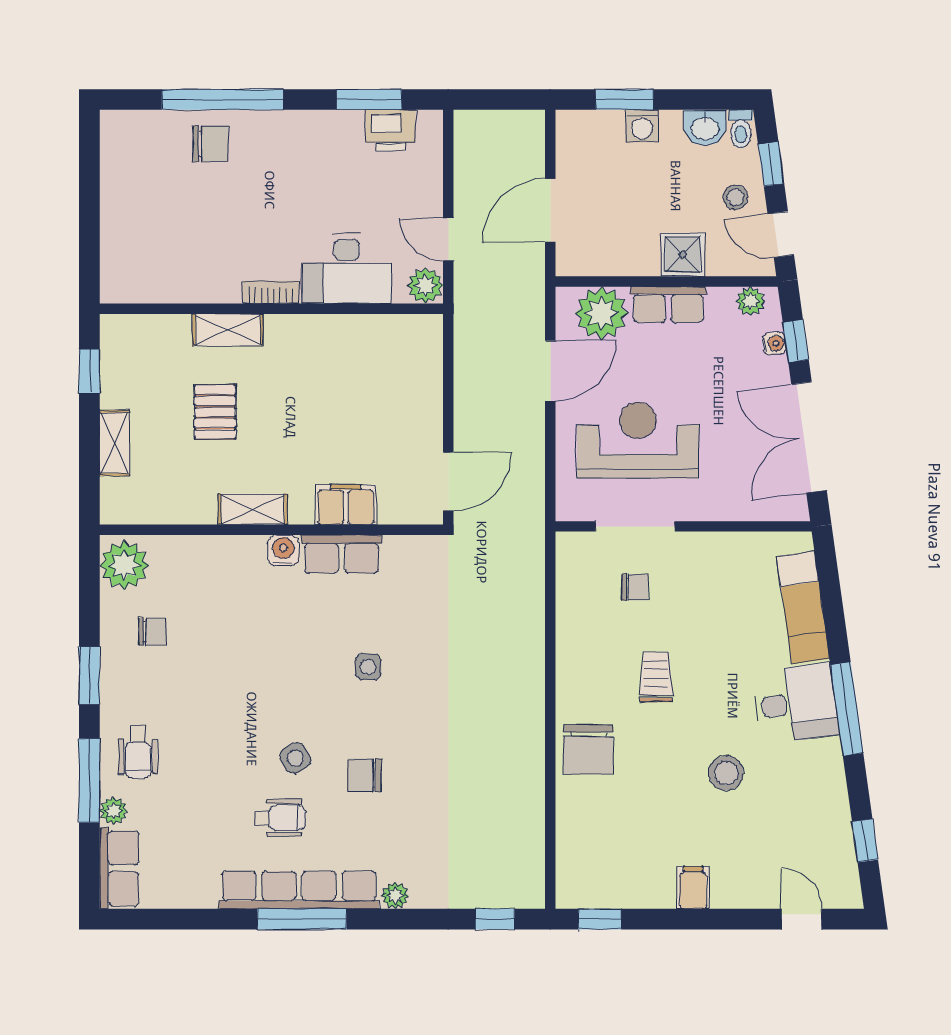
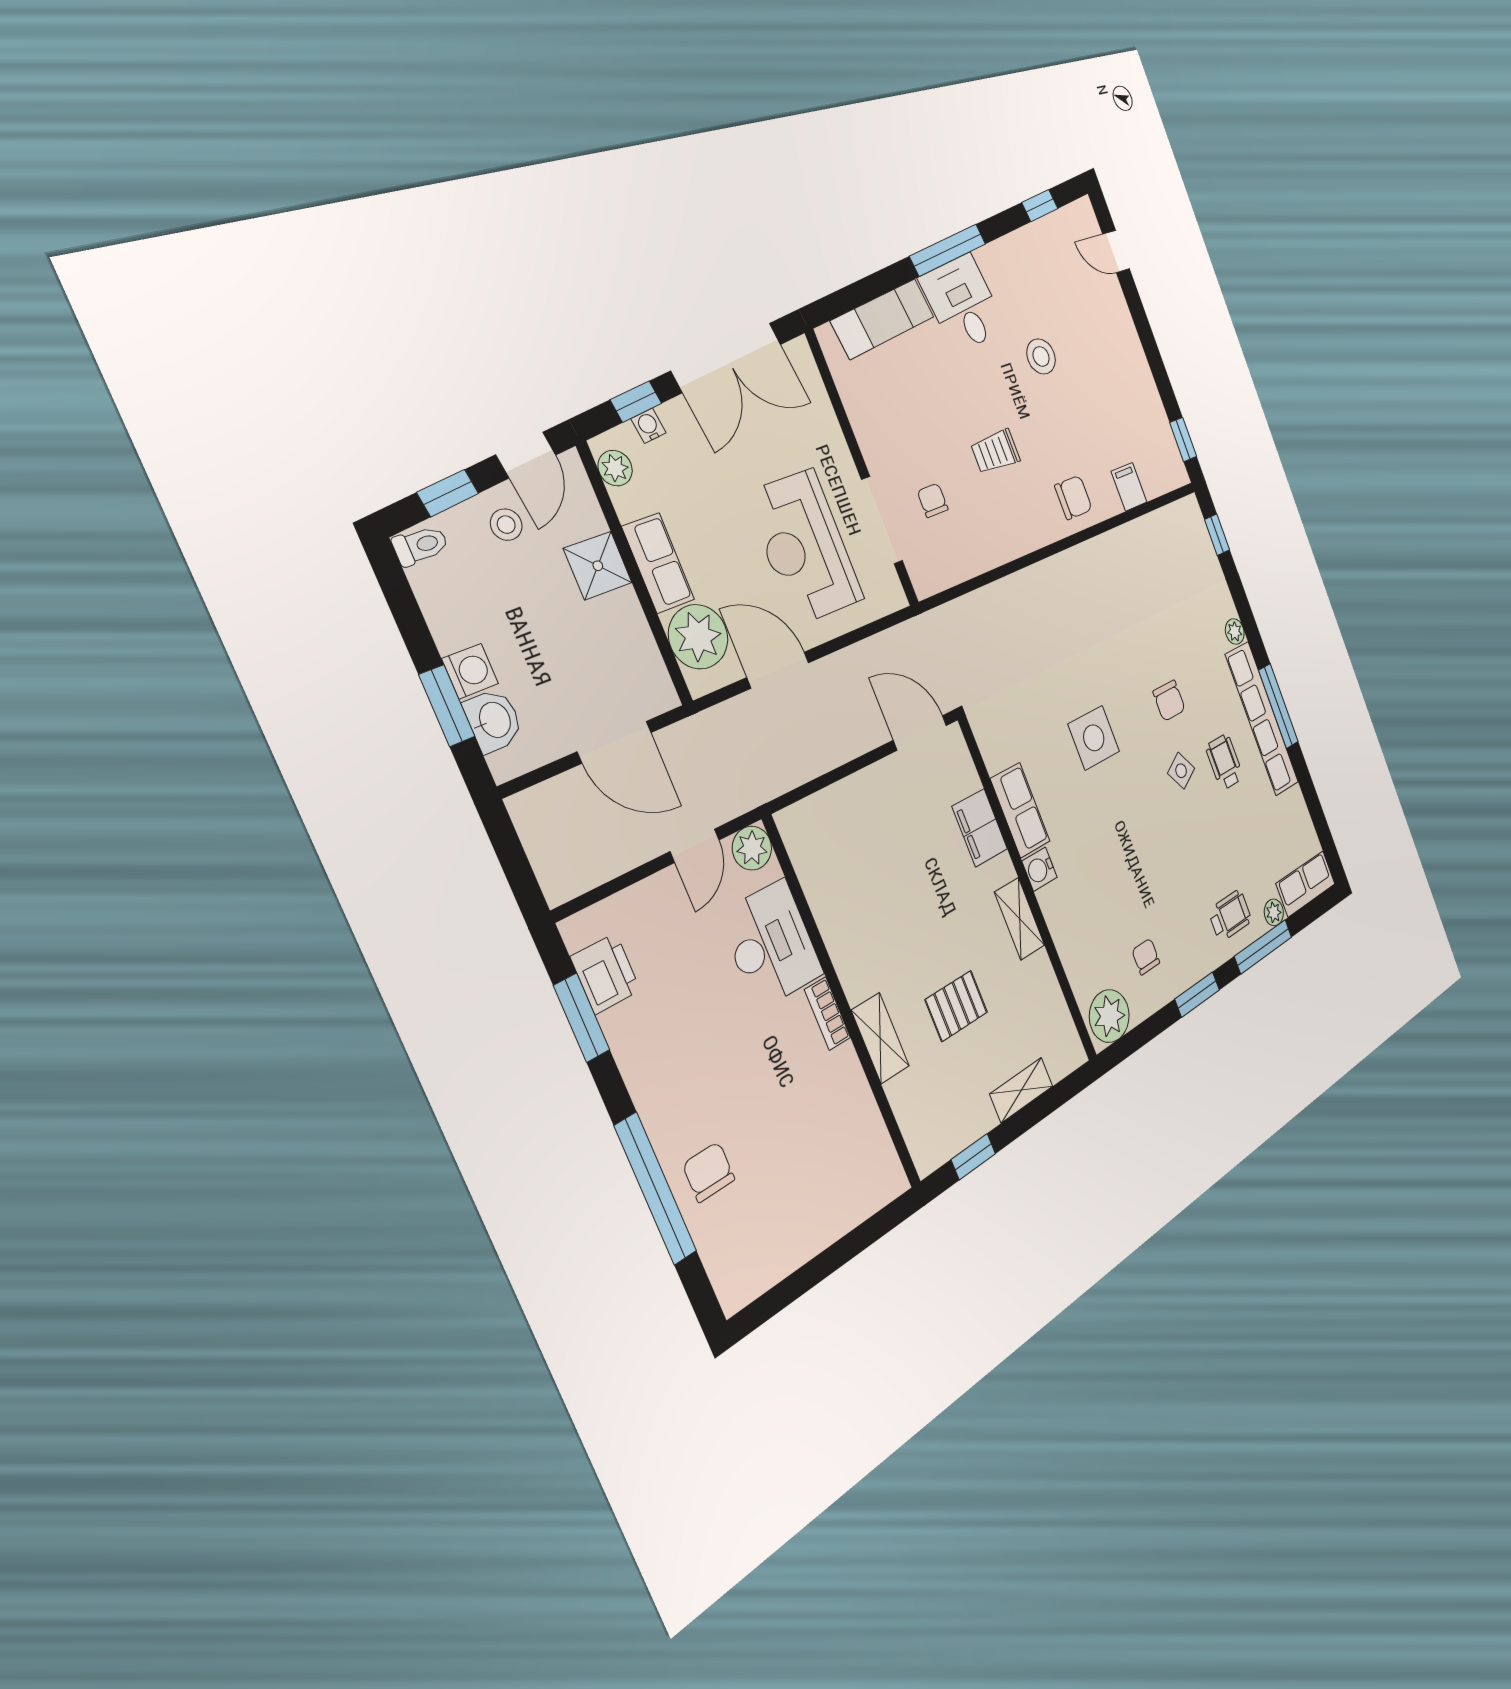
washbasin: (705, 128) -> (494, 720), moved
side table: (368, 667) -> (1094, 738), width x1.87, depth x1.87
chair: (588, 749) -> (1073, 497), width x0.73, depth x0.73
filing cabinet: (693, 888) -> (1129, 487), moved, turned 90
door: (802, 919) -> (1116, 252), hinge flipped

